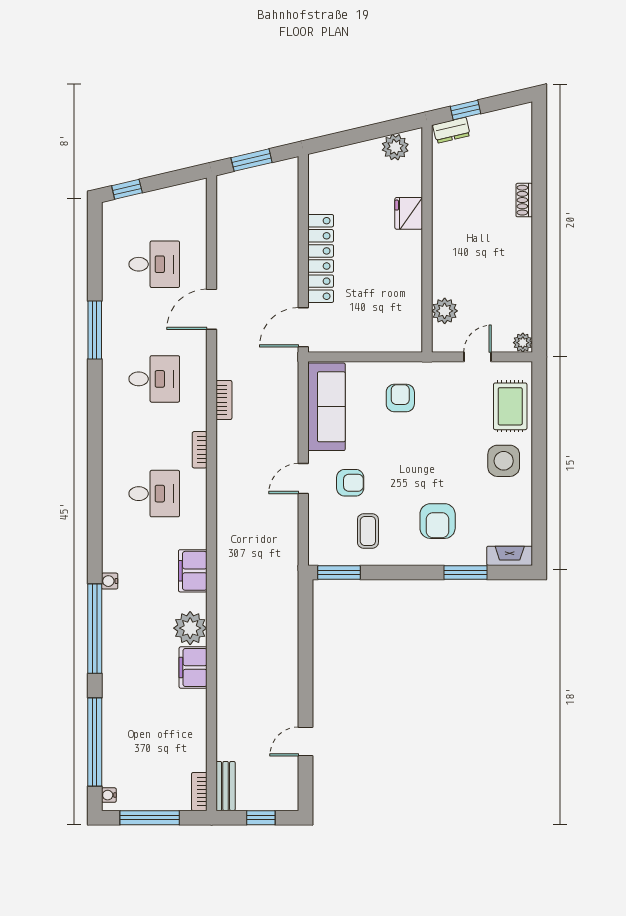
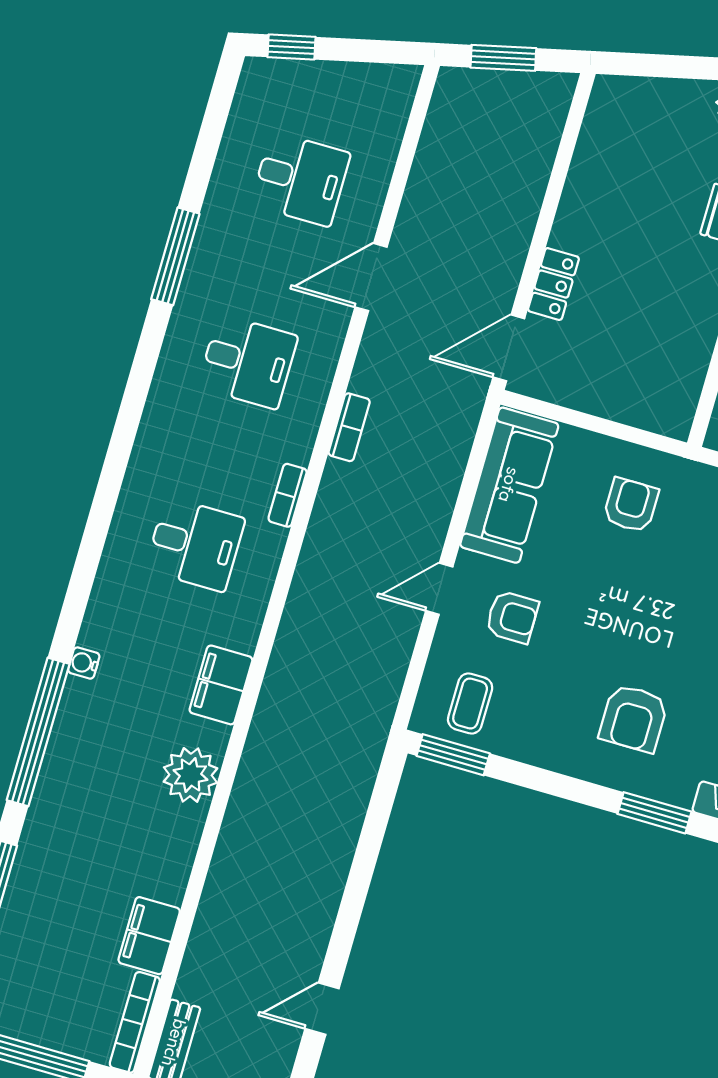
locker: (321, 258) -> (553, 284), width x0.46, depth x0.83
coffee table: (368, 531) -> (470, 703), moved
filing cabinet: (193, 667) -> (149, 936), moved
bookcase: (199, 792) -> (135, 1022), width x1.56

